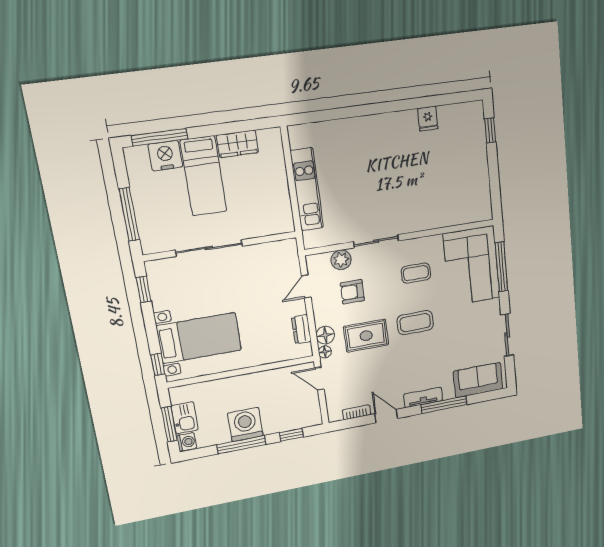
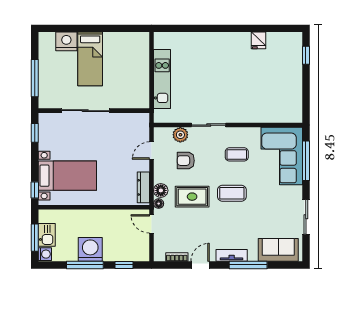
window: (160, 137) -> (65, 28), removed
wardrobe: (238, 144) -> (117, 40), removed
dresser: (301, 329) -> (143, 187), width x1.44
door: (386, 416) -> (200, 265), hinge flipped

